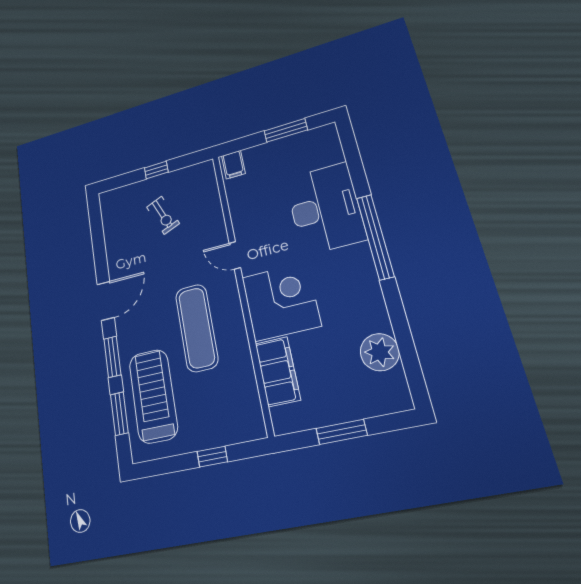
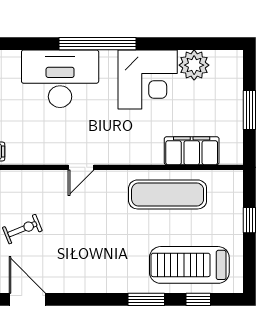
door: (106, 301) -> (27, 299), moved
corner desk: (281, 301) -> (148, 79), moved, turned 180
exercise mat: (197, 328) -> (168, 194), moved
window: (119, 414) -> (198, 299), width x0.67

